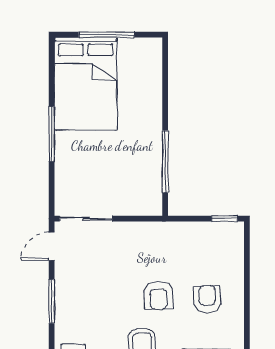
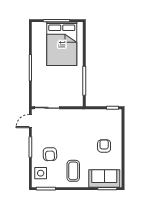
bed: (86, 84) -> (62, 44), moved
armchair: (159, 295) -> (50, 154), moved

